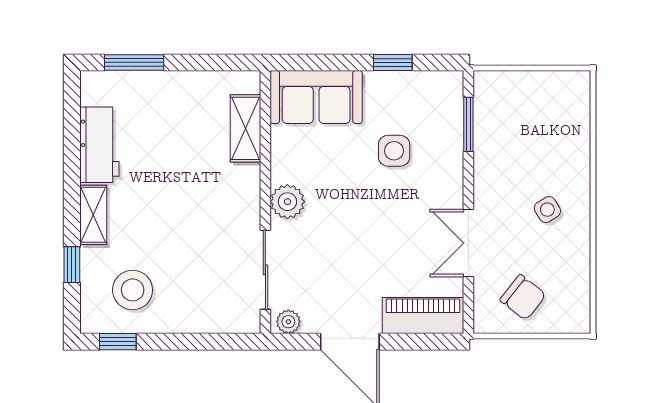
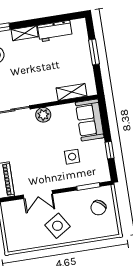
window: (134, 62) -> (94, 52), moved
side table: (547, 210) -> (57, 226), width x1.87, depth x1.87
double door: (468, 243) -> (38, 194), swing flipped
chair: (523, 297) -> (98, 208), moved

